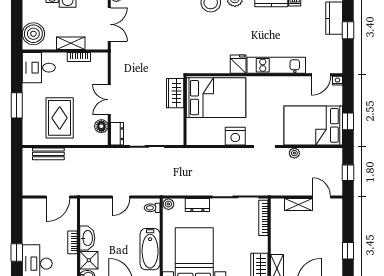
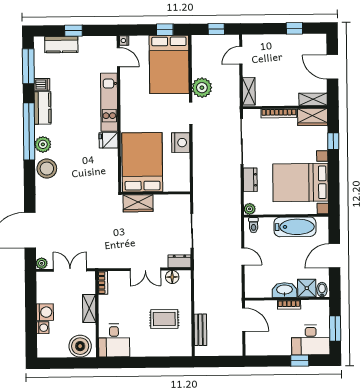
bookcase: (79, 57) -> (103, 283), moved
window: (17, 105) -> (152, 362), removed
rug: (60, 118) -> (164, 319), width x0.73, depth x0.70
plant: (294, 153) -> (202, 88), width x1.88, depth x1.88
shelving: (298, 205) -> (249, 91), moved
bookcase: (263, 218) -> (279, 113), moved

